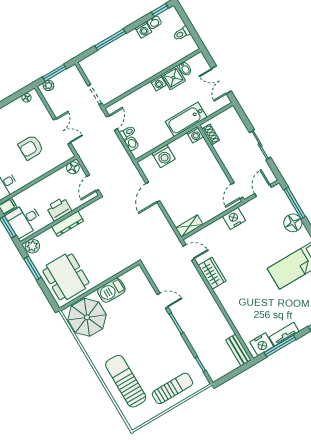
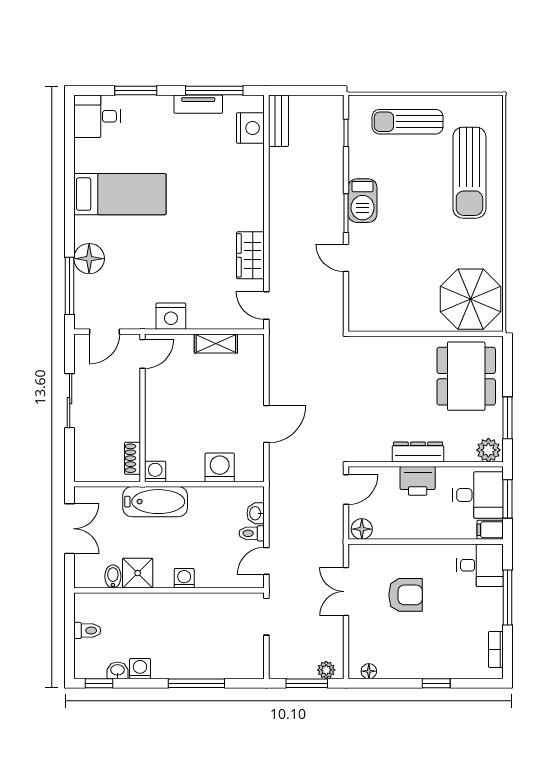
washing machine: (158, 83) -> (184, 578), moved
shelving: (189, 226) -> (216, 343), moved
barbecue: (111, 290) -> (363, 201), moved, turned 90
nightstand: (262, 344) -> (250, 128), moved, turned 90

